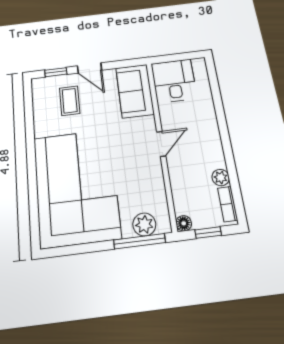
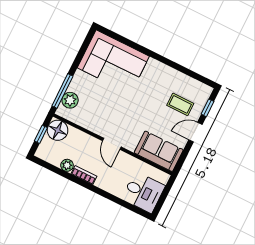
desk: (174, 81) -> (143, 192), moved
corner sofa: (76, 187) -> (113, 62), width x0.73, depth x0.74
bookcase: (228, 204) -> (84, 175), moved
floor lamp: (184, 223) -> (58, 130), width x1.89, depth x1.89

